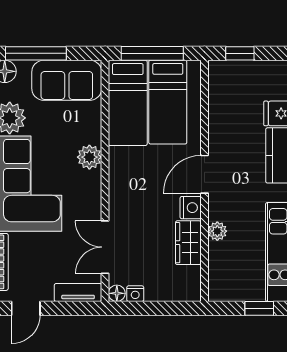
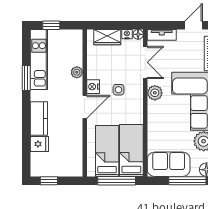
window: (240, 53) -> (49, 181), moved
plant: (89, 157) -> (155, 93), moved
side table: (149, 202) -> (119, 90), added
wardrobe: (188, 243) -> (107, 37), moved, turned 90

